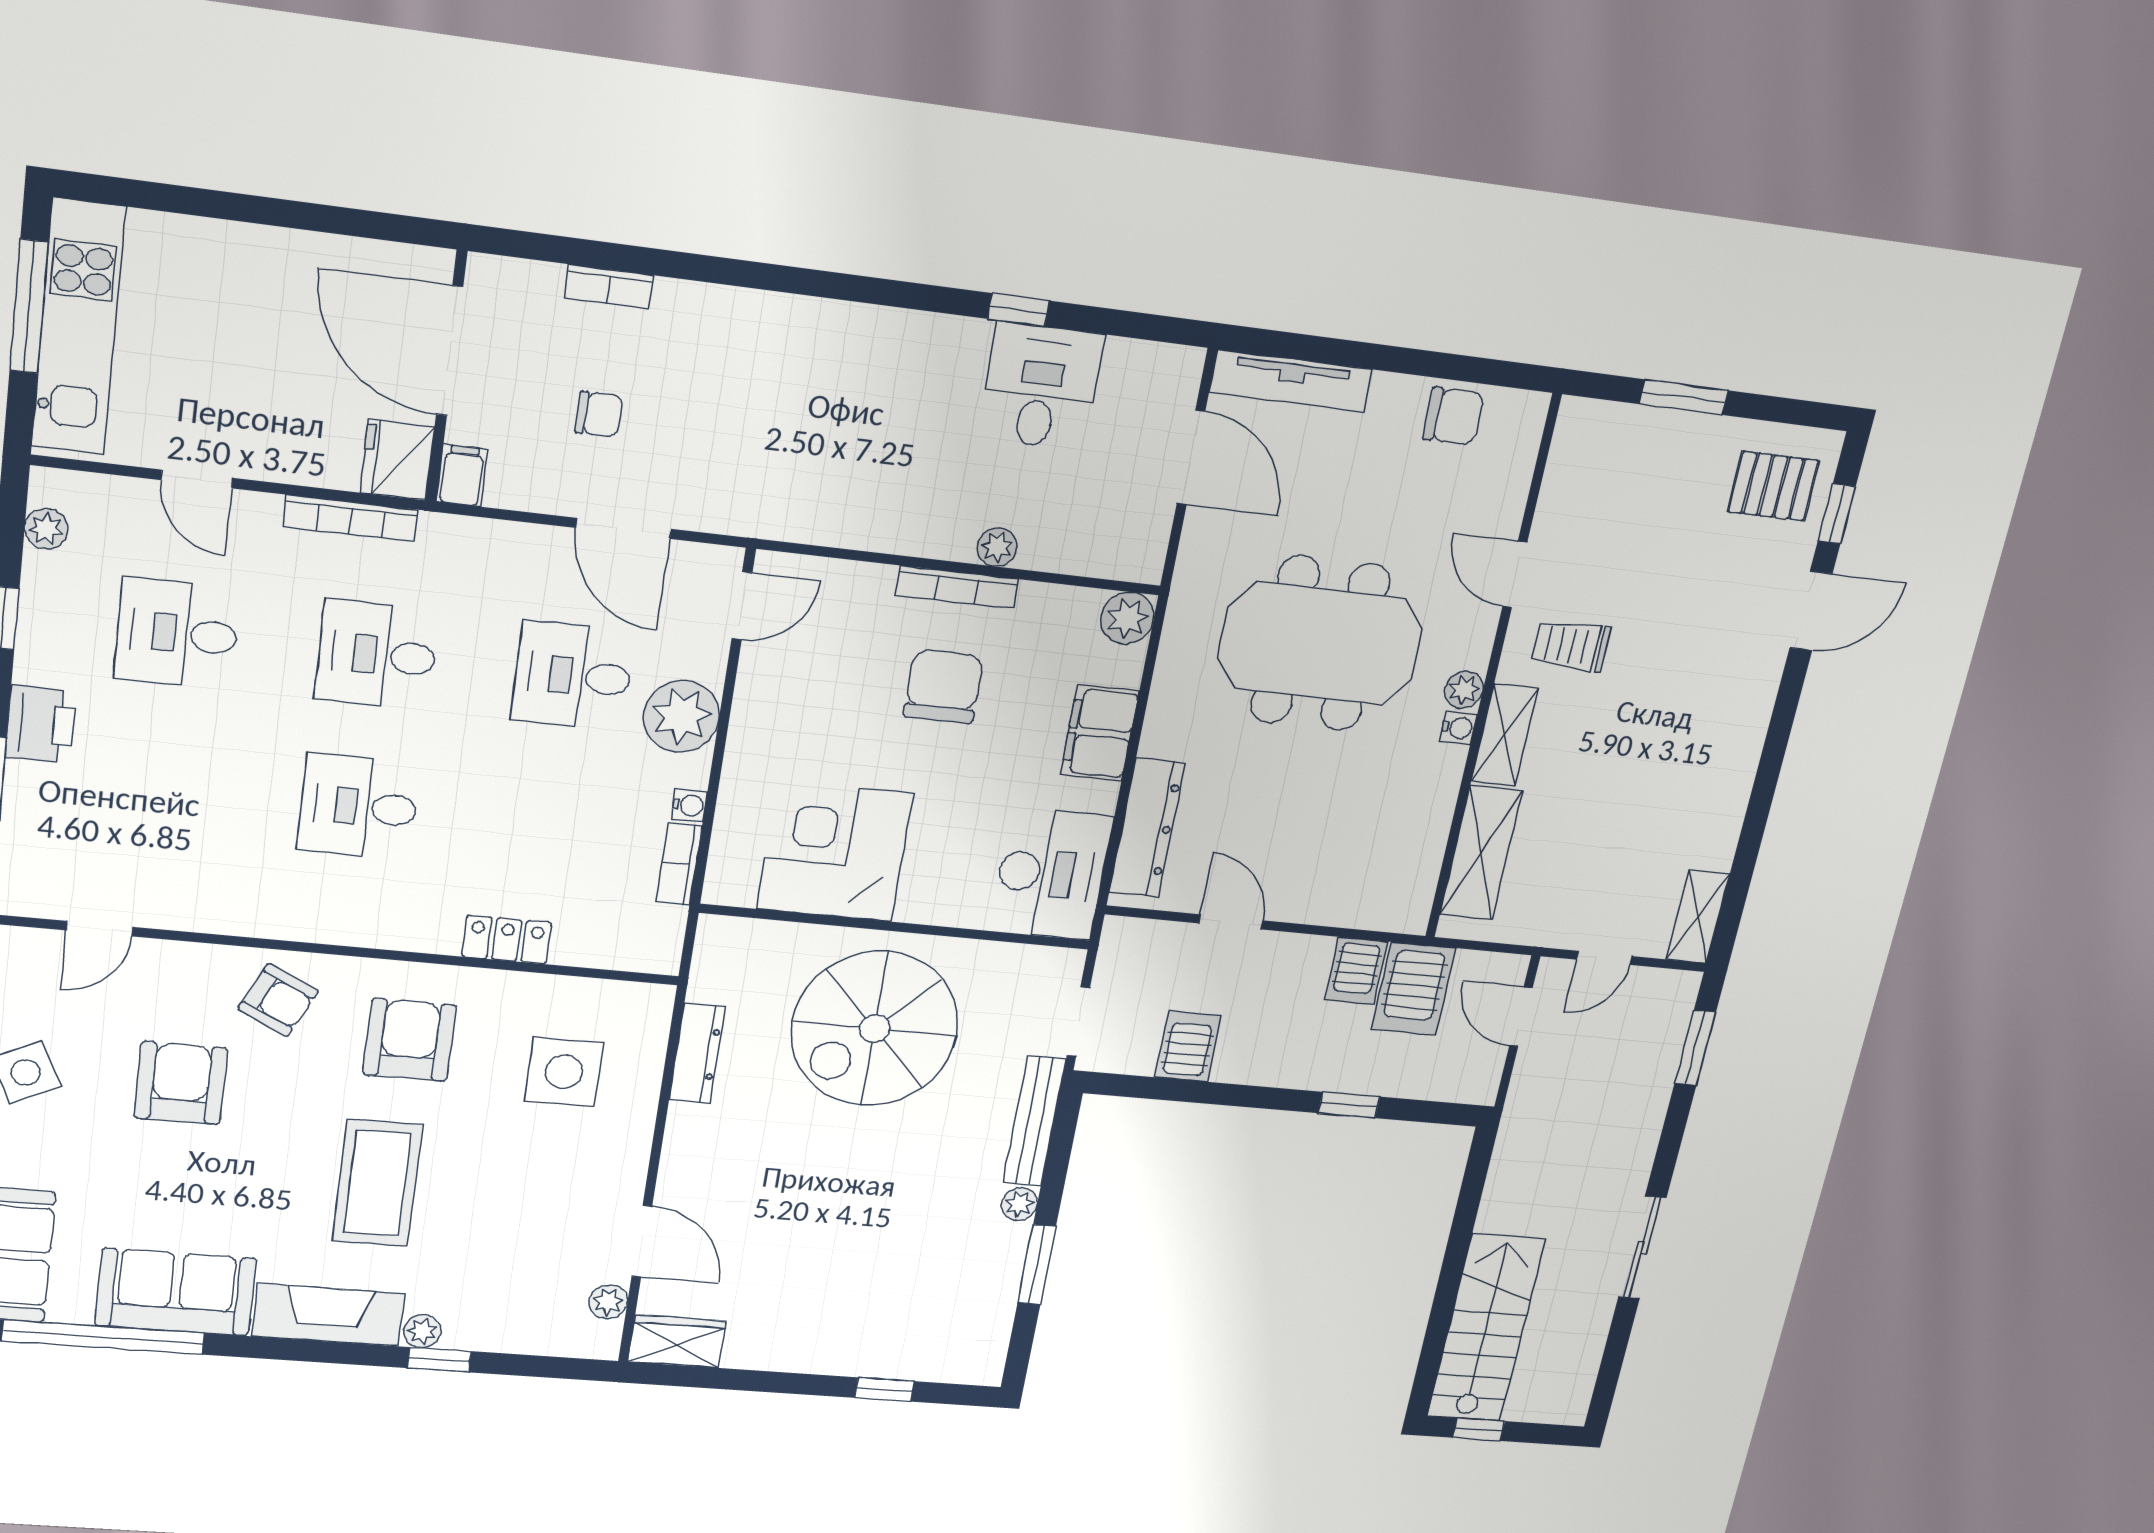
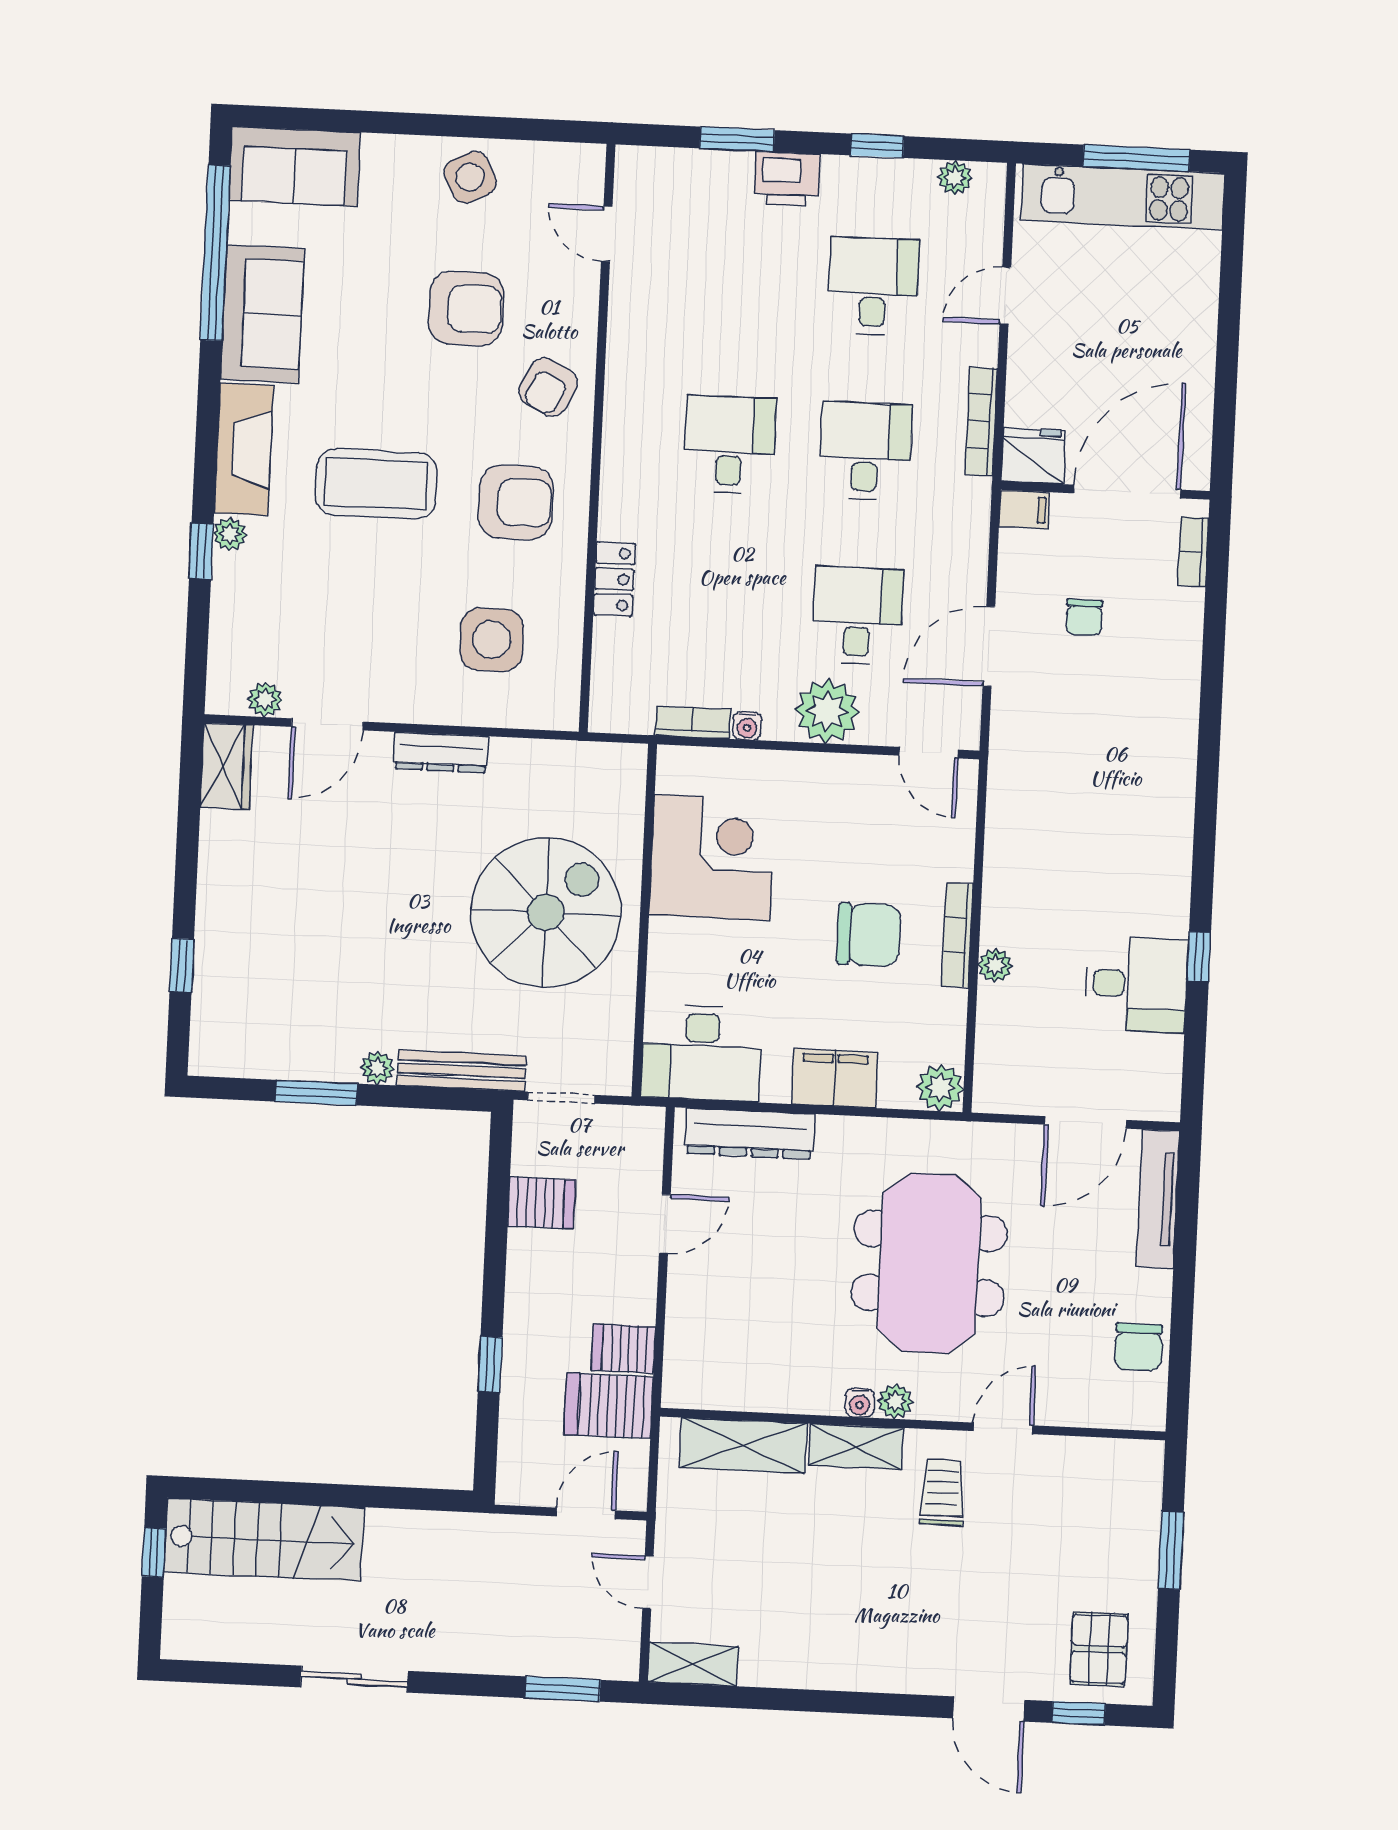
bookcase: (609, 287) -> (1193, 552), moved
spiral stairs: (874, 1029) -> (546, 913), turned 90
dresser: (697, 1053) -> (441, 752), moved

